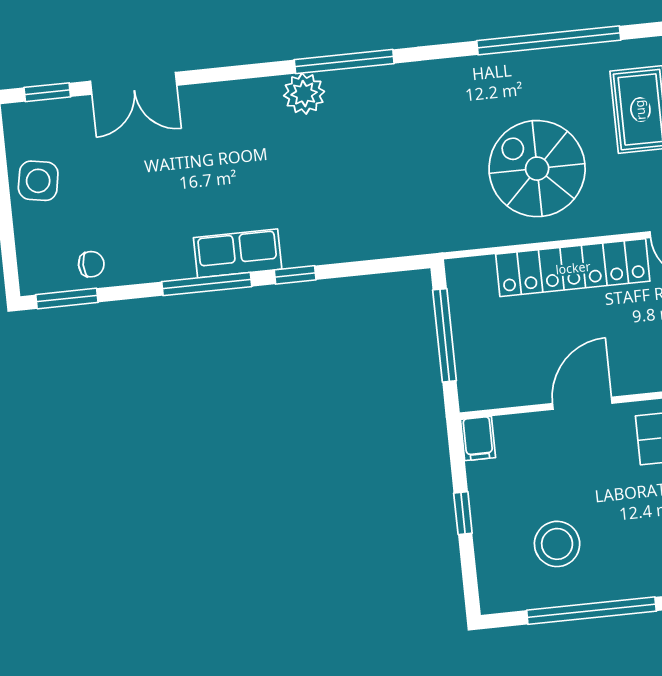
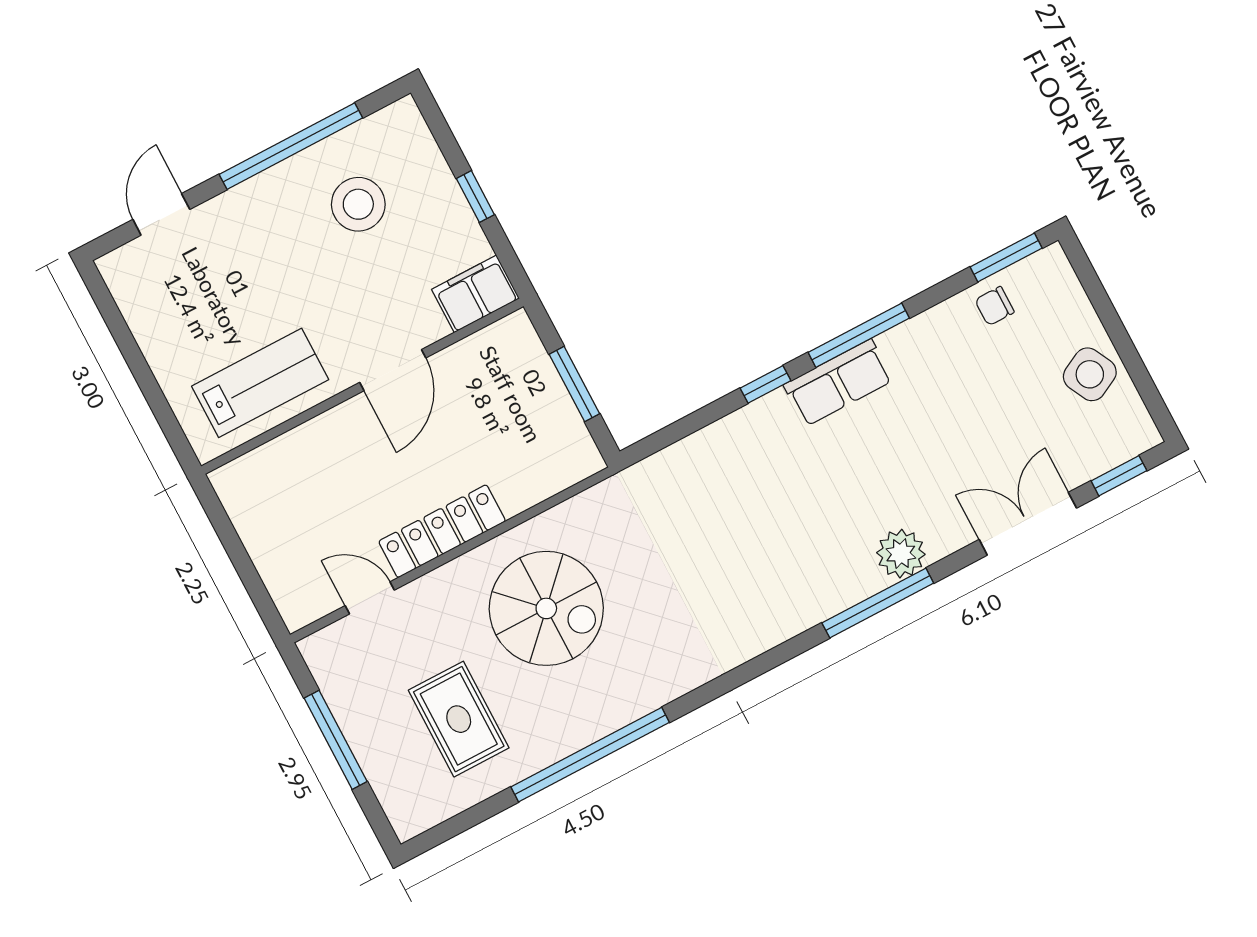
window: (344, 62) -> (878, 603), moved
plant: (304, 94) -> (901, 554), moved
side table: (38, 181) -> (1090, 374), turned -37
locker: (573, 268) -> (442, 531), width x0.71, depth x0.83
window: (445, 335) -> (574, 384), width x0.69
filing cabinet: (478, 438) -> (475, 294), width x2.00

